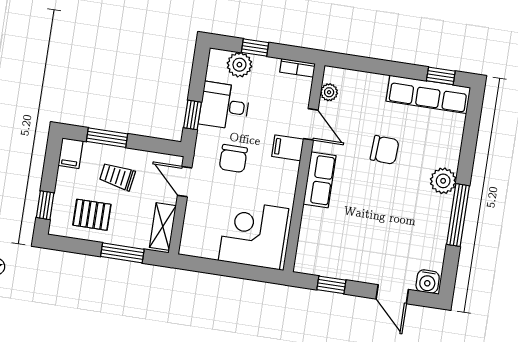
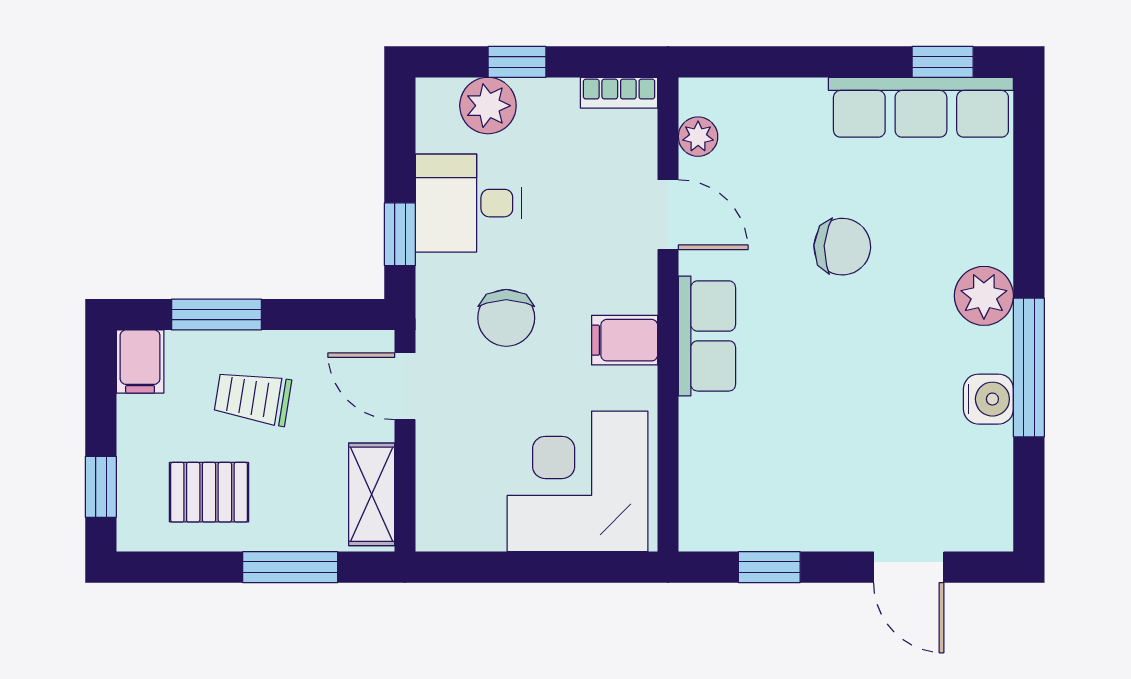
filing cabinet: (288, 148) -> (625, 340), moved
water cooler: (428, 282) -> (988, 399), moved, turned -90

